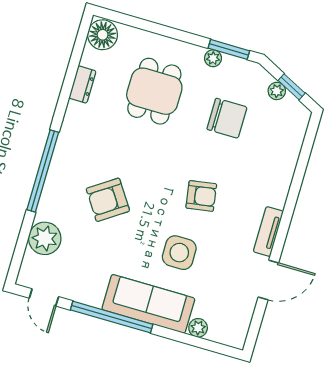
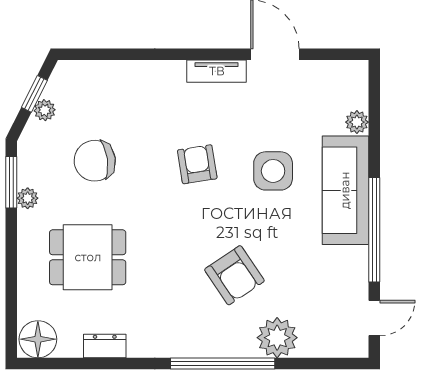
chair: (227, 118) -> (95, 161), turned -98
plant: (45, 238) -> (277, 338), moved

